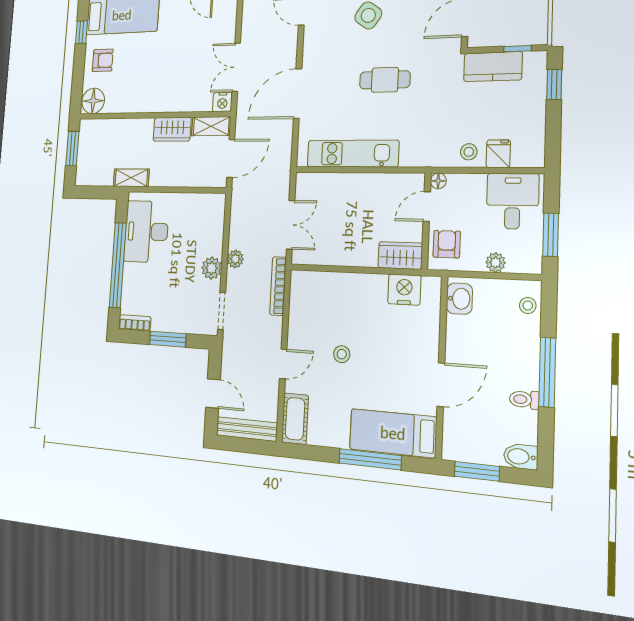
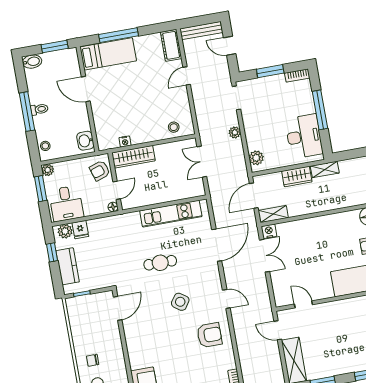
kitchen counter: (493, 67) -> (68, 266), moved, turned 90
window: (554, 84) -> (52, 252), moved
wardrobe: (172, 129) -> (297, 176), moved, turned 180
stool: (469, 152) -> (98, 228), removed
plant: (524, 155) -> (65, 231), added
armchair: (447, 244) -> (100, 171), turned 72
wardrobe: (400, 256) -> (133, 157), width x1.50
plant: (496, 262) -> (48, 170), moved
window: (118, 265) -> (320, 110), width x0.68
plant: (212, 268) -> (256, 158), moved
bookcase: (278, 286) -> (201, 122), removed
nightstand: (404, 290) -> (125, 142), width x0.53, depth x0.56
stool: (342, 354) -> (174, 127), moved
door: (441, 385) -> (86, 89), hinge flipped
toilet: (524, 400) -> (39, 109), moved

